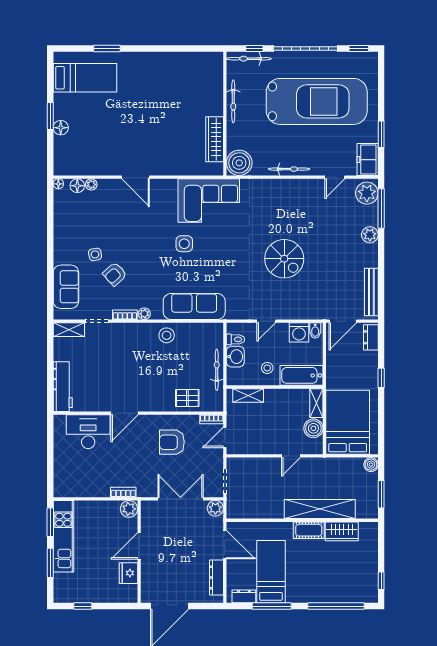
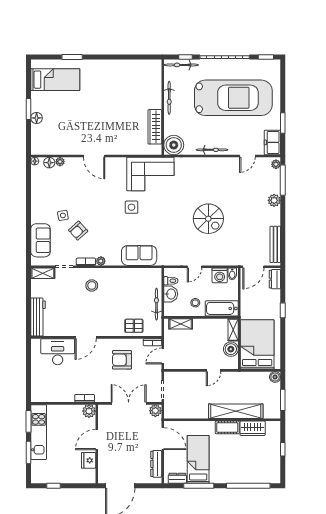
plant: (367, 193) -> (276, 164), width x0.53, depth x0.53
sofa: (194, 306) -> (139, 255), width x0.73
stool: (167, 335) -> (92, 285), moved
window: (381, 581) -> (283, 449), moved

